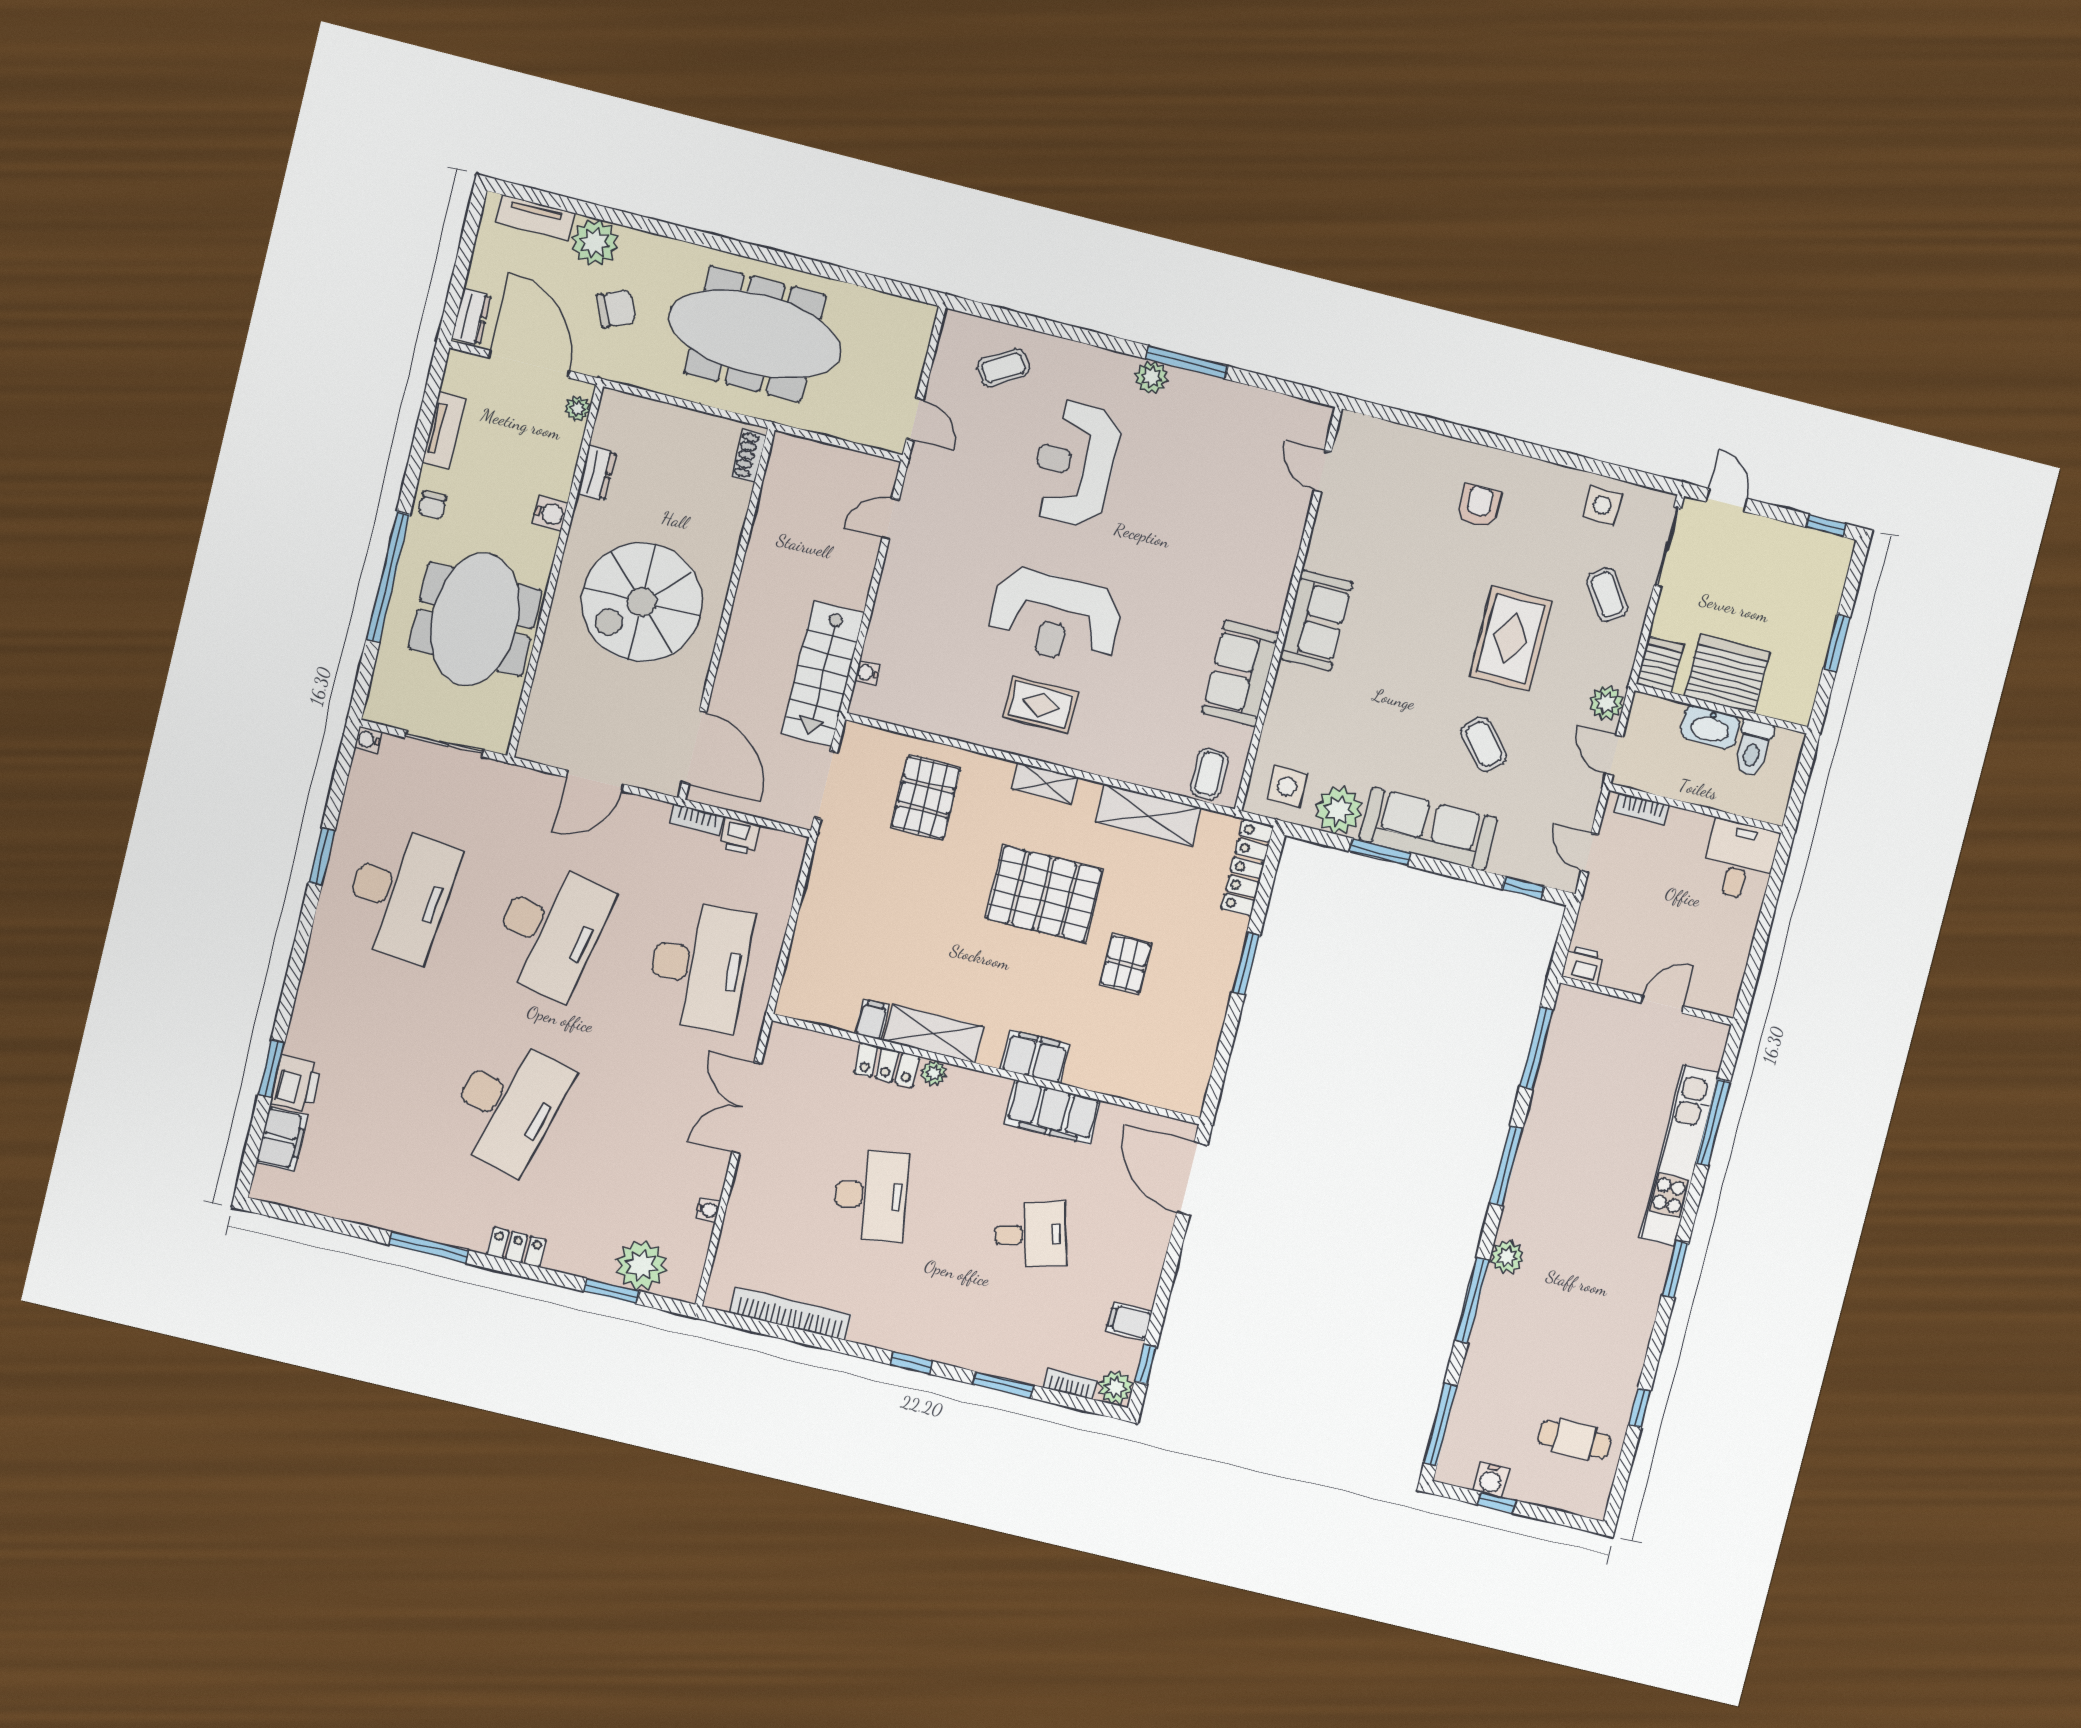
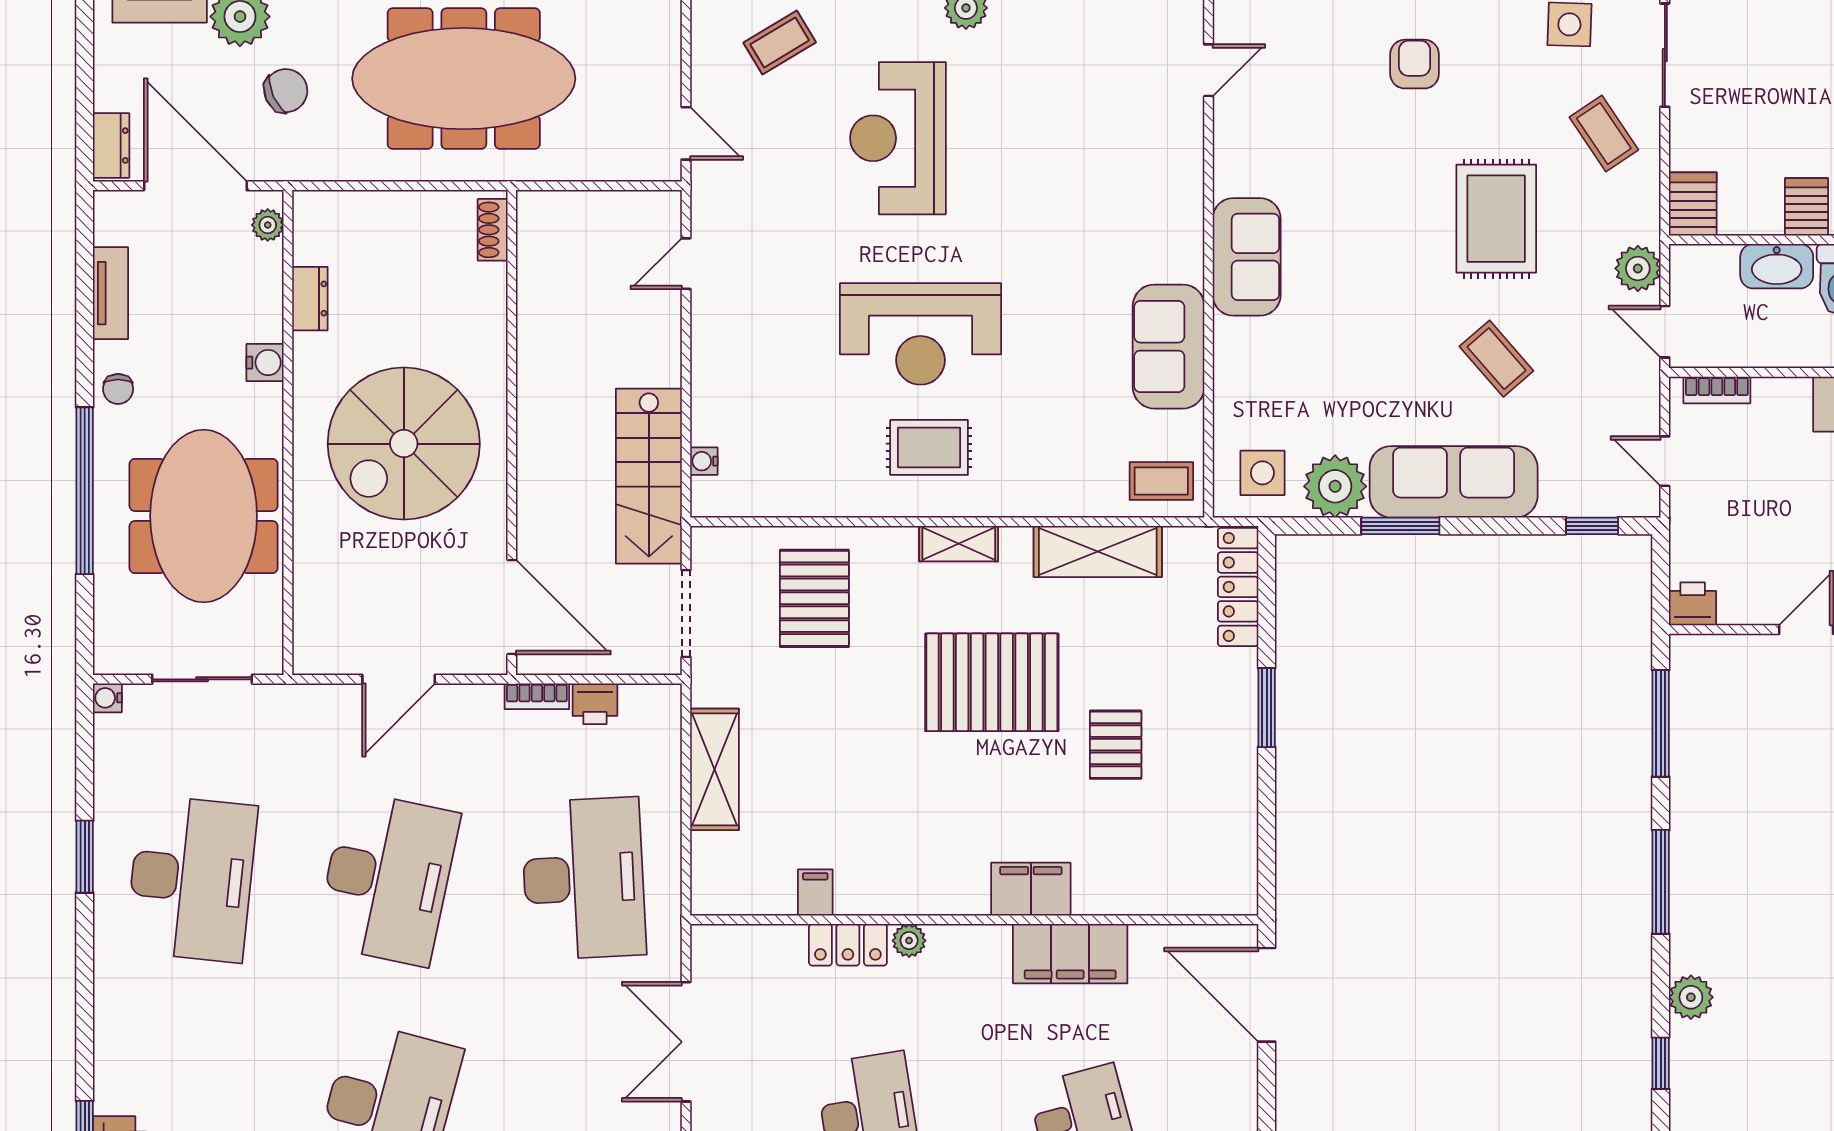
door: (1323, 472) -> (1209, 70), swing flipped
server rack: (1727, 674) -> (1807, 207), width x0.46, depth x0.70
coffee table: (1209, 774) -> (1161, 481), turned 90
shelving: (934, 1034) -> (714, 769), moved, turned 90
window: (1472, 1300) -> (1661, 1063), width x0.46

